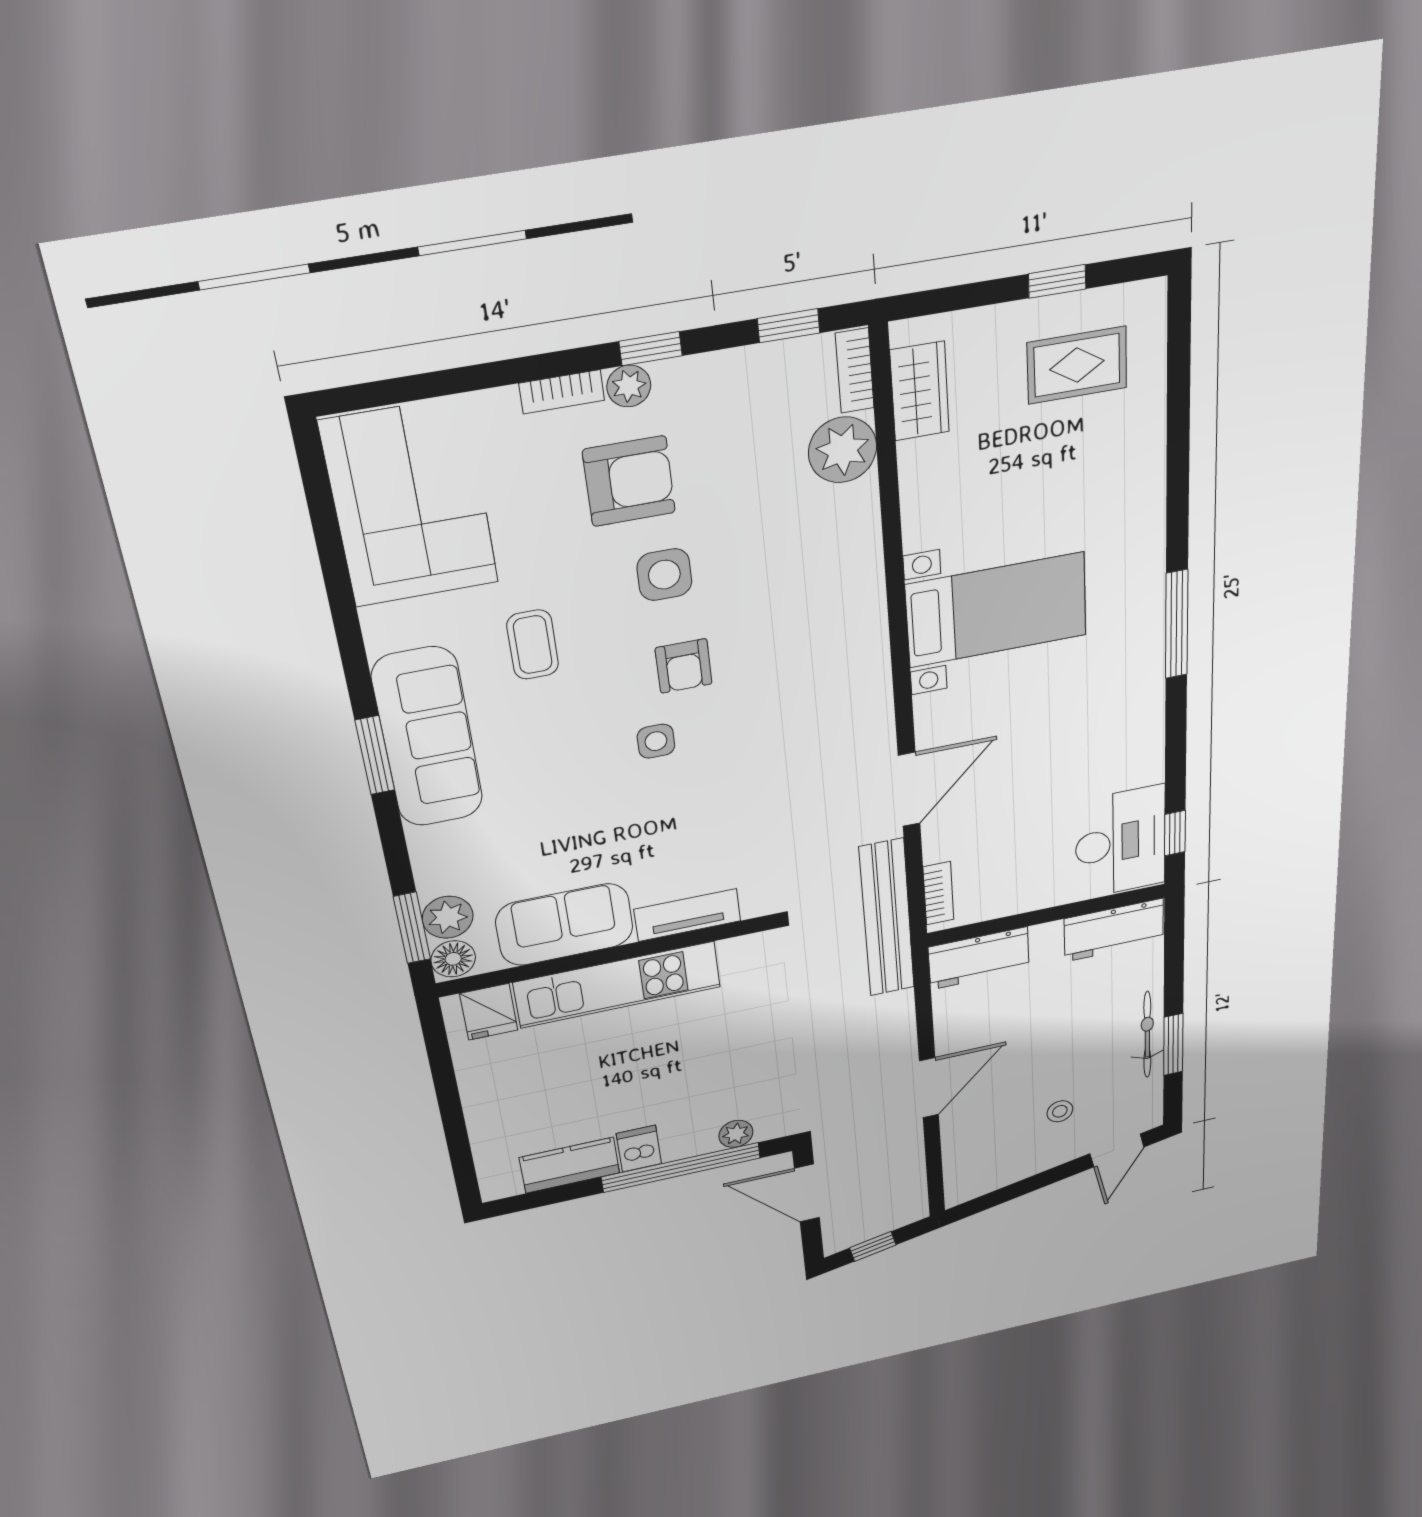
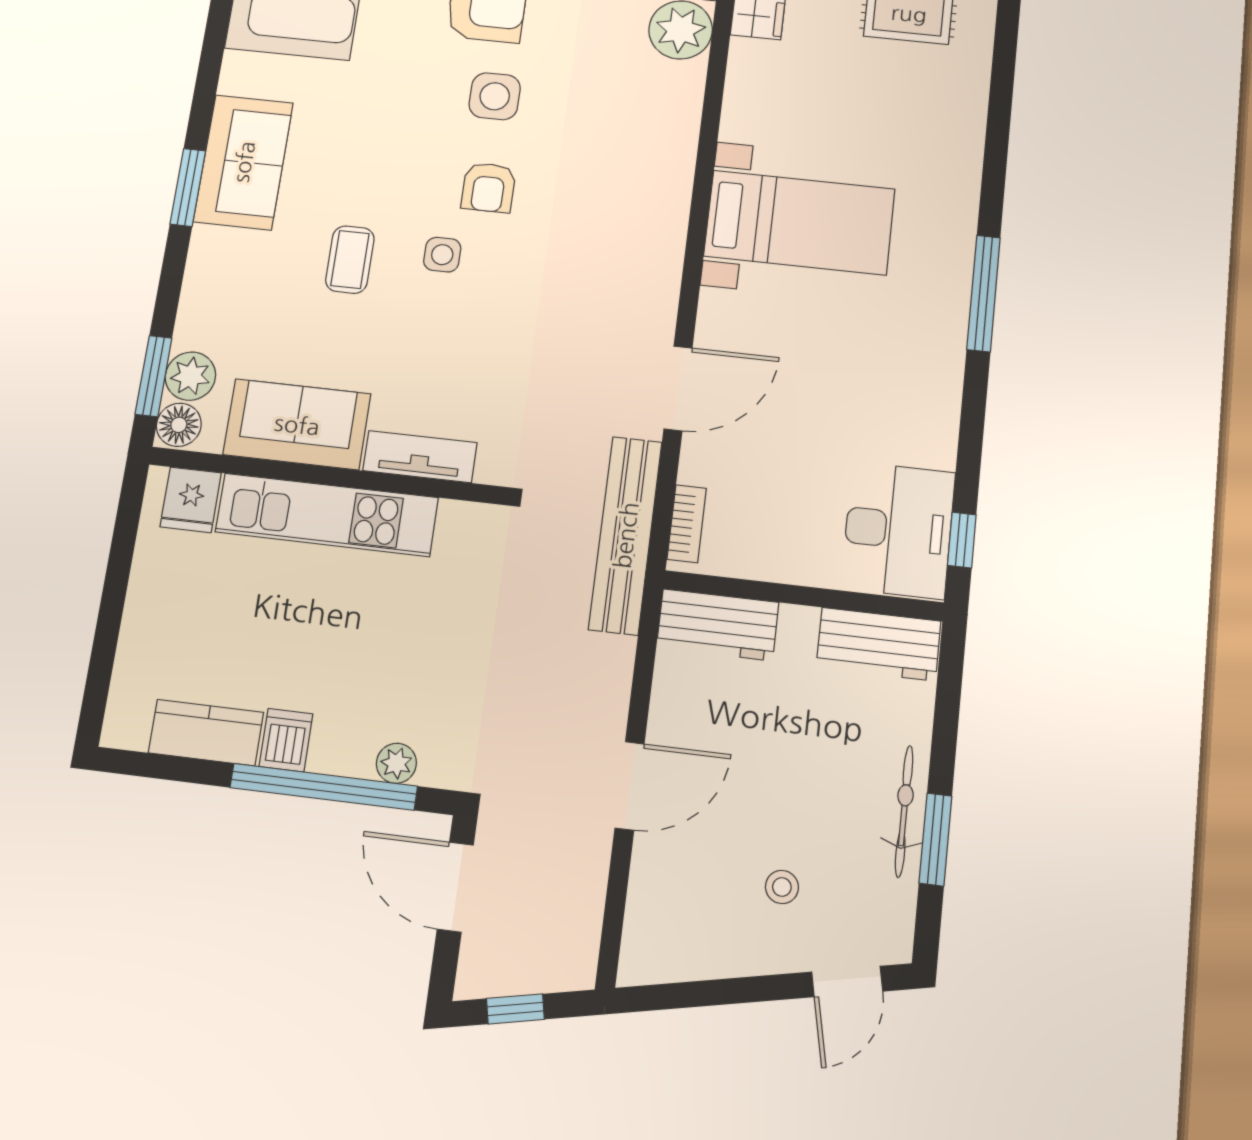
coffee table: (533, 645) -> (350, 260), moved
sofa: (428, 738) -> (243, 162), width x0.73

